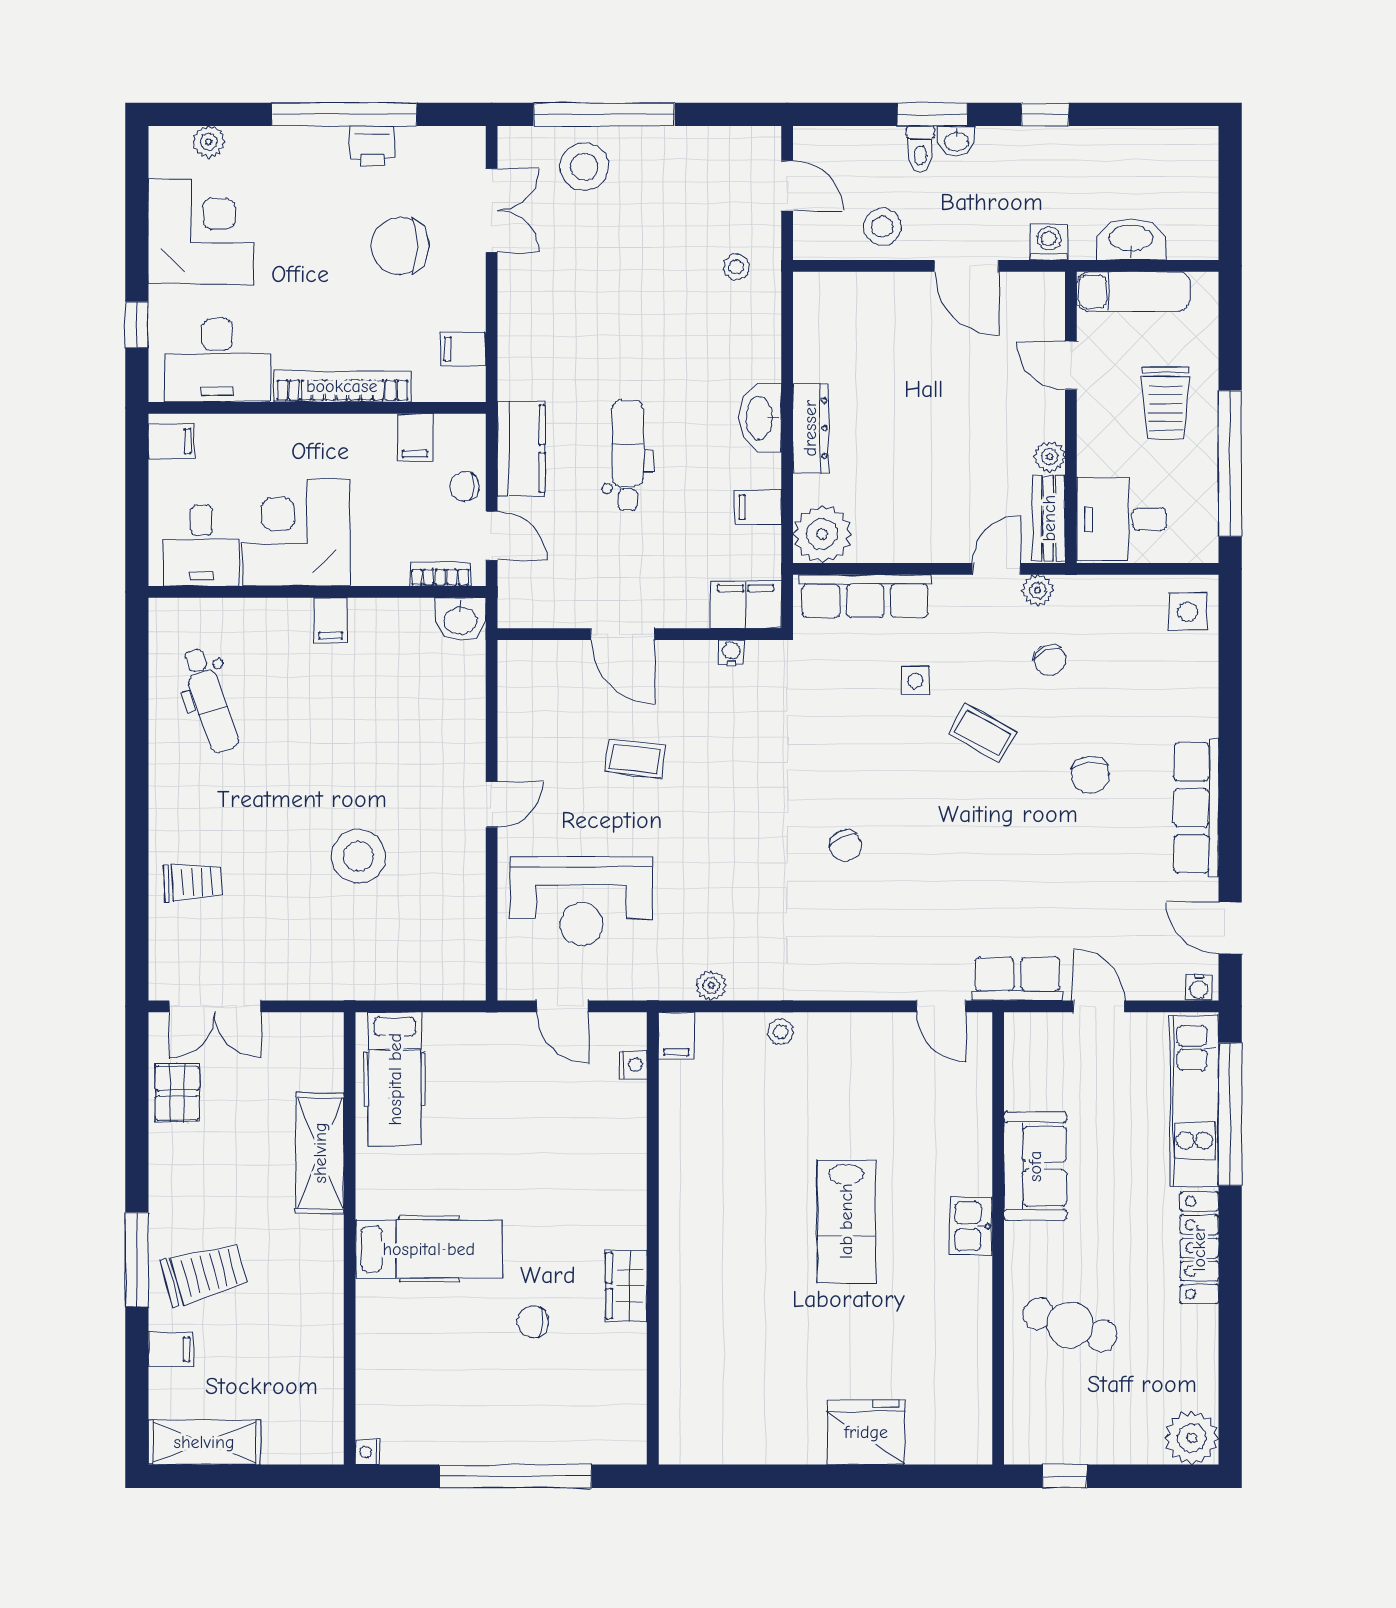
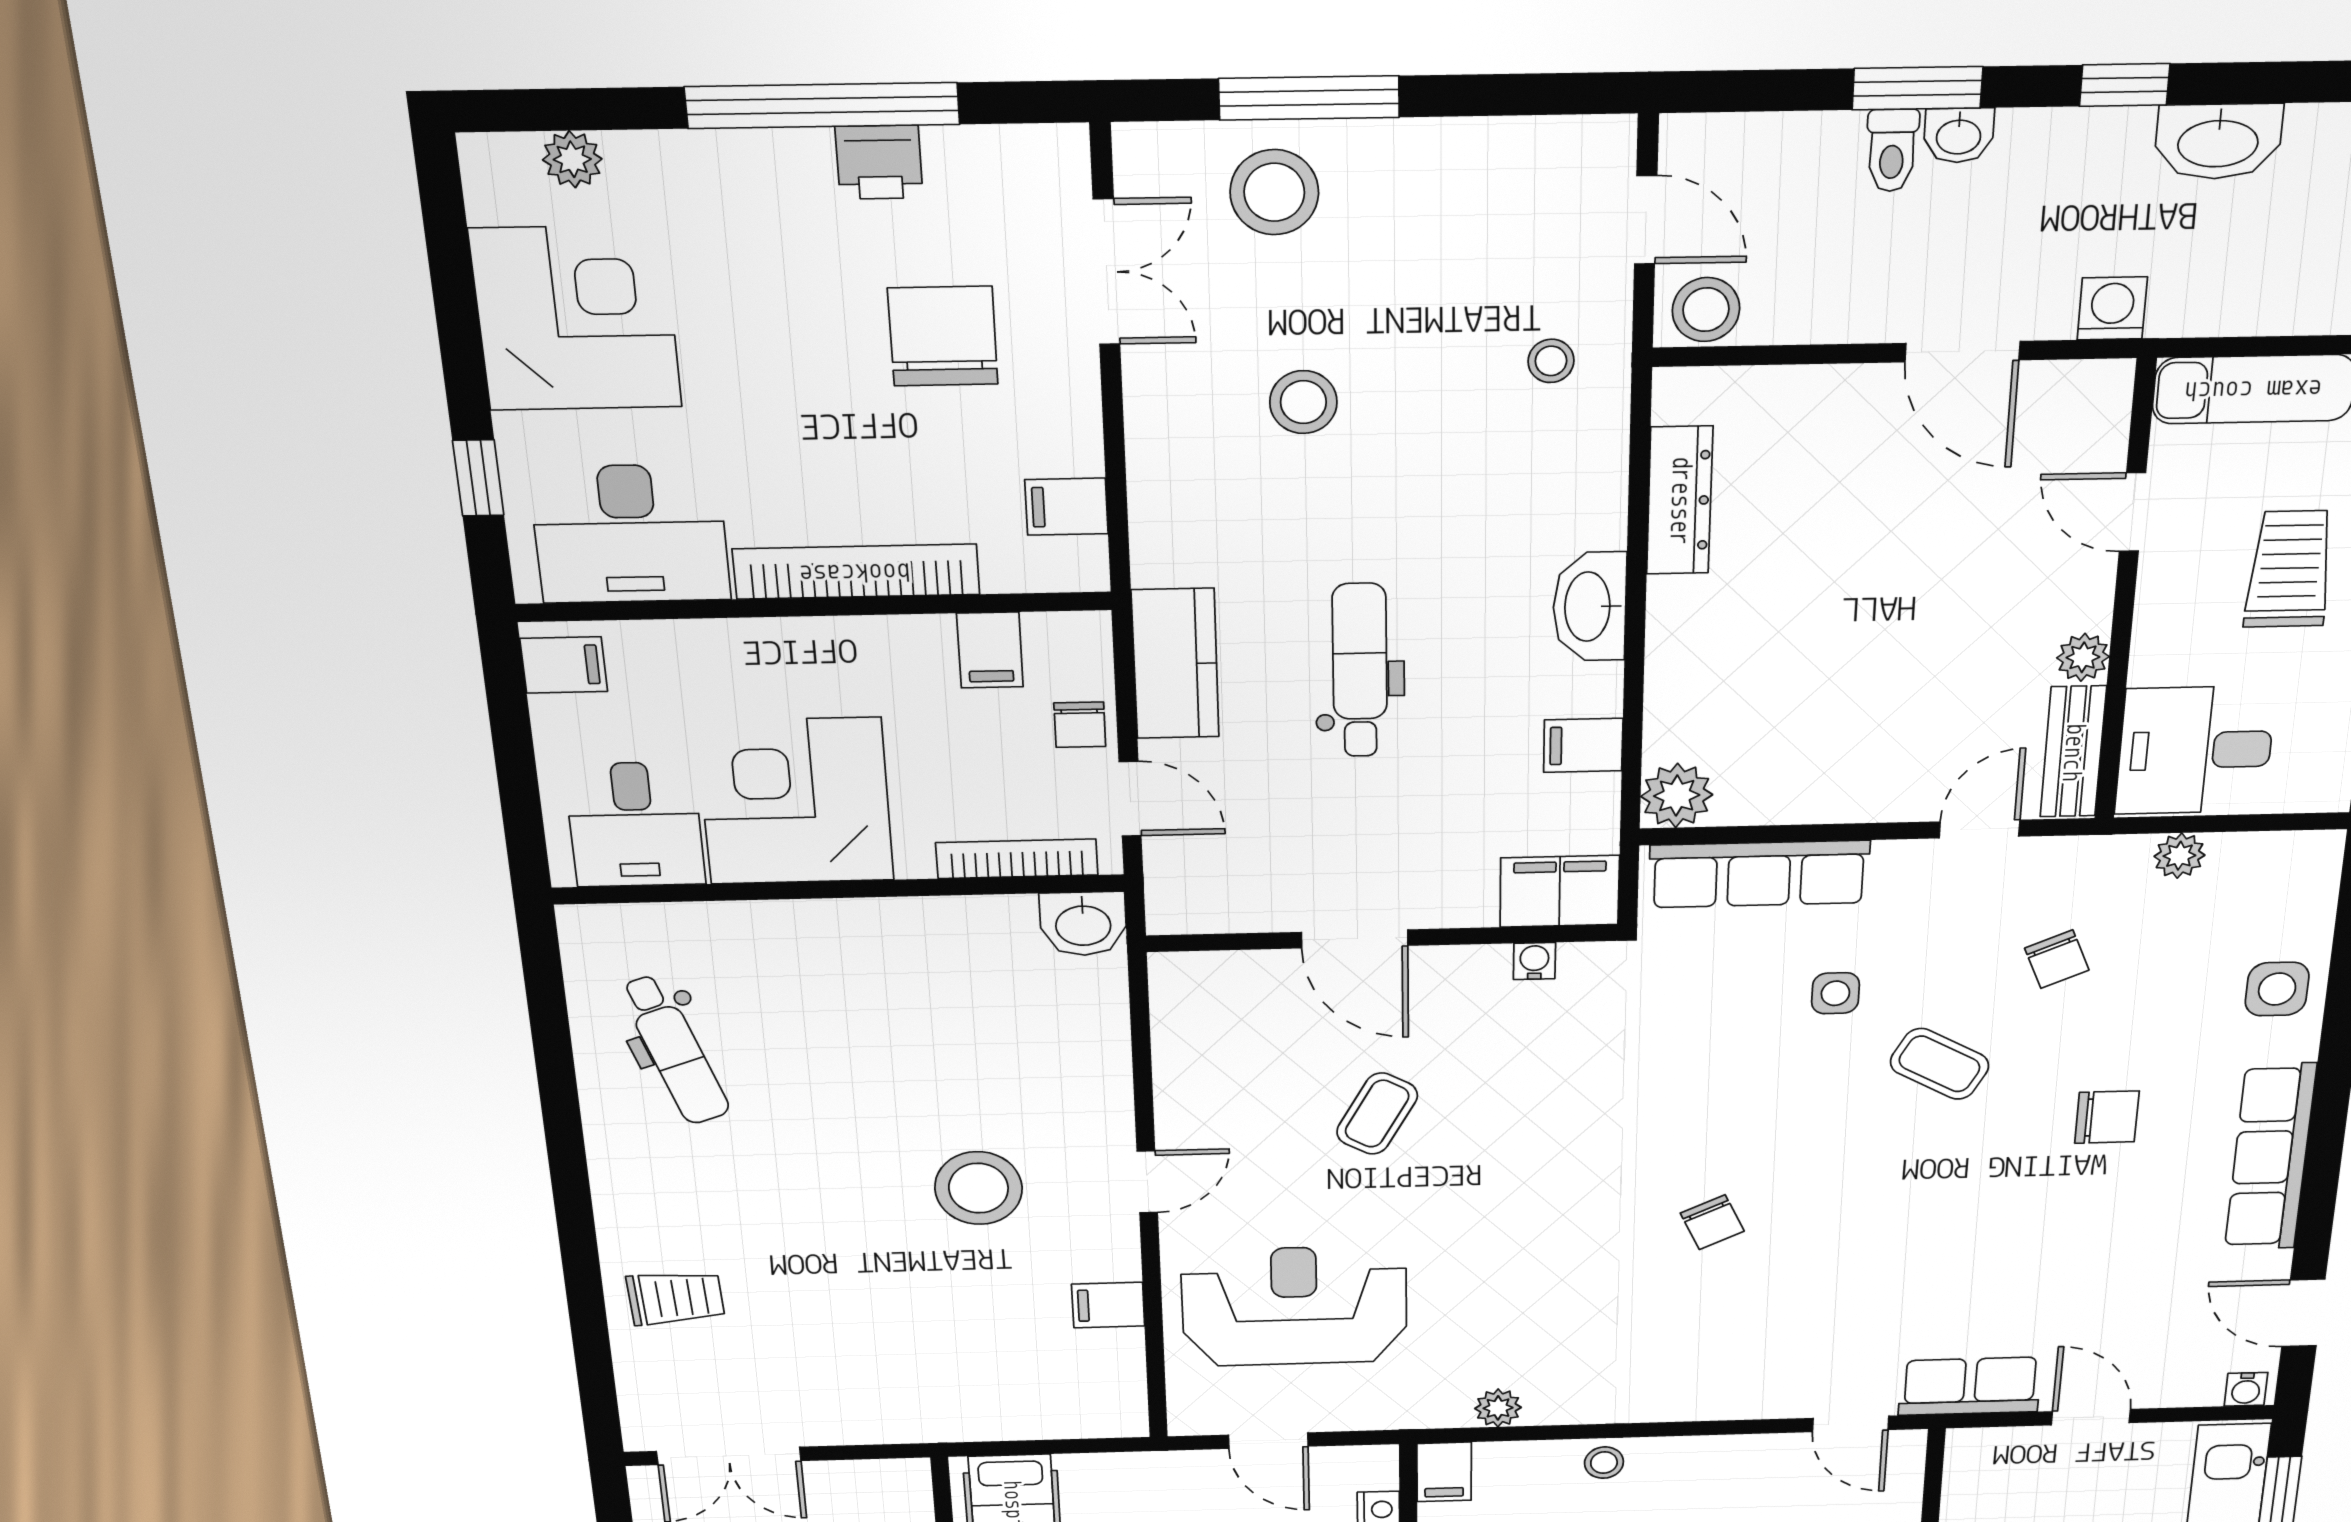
window: (604, 114) -> (1309, 98), width x0.68
stool: (882, 227) -> (1706, 310), moved
washbasin: (1131, 239) -> (2218, 141), moved, turned 180
chair: (400, 246) -> (943, 336), turned 90
stool: (598, 289) -> (1303, 402), added
trolley: (1166, 403) -> (2289, 569), turned 180
dresser: (810, 428) -> (1680, 500), moved
chair: (464, 486) -> (1080, 725), turned -90
plant: (822, 534) -> (1677, 796), width x0.73, depth x0.73
bookcase: (440, 574) -> (1017, 859), width x1.56
plant: (1038, 590) -> (2179, 856), moved
side table: (1188, 612) -> (2277, 989), moved
filing cabinet: (331, 620) -> (1108, 1305), moved, turned 90
coffee table: (635, 759) -> (1377, 1114), turned -68
chair: (1090, 775) -> (2107, 1117), turned -84
stool: (358, 856) -> (979, 1188), moved
reception desk: (581, 901) -> (1294, 1306), turned 180

